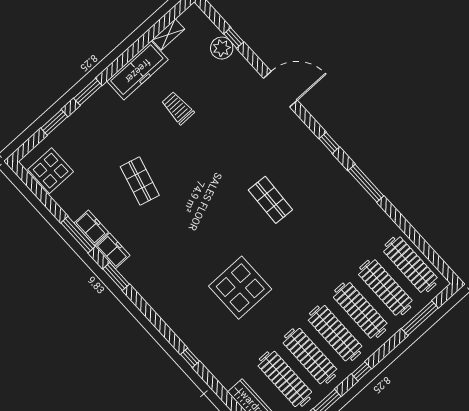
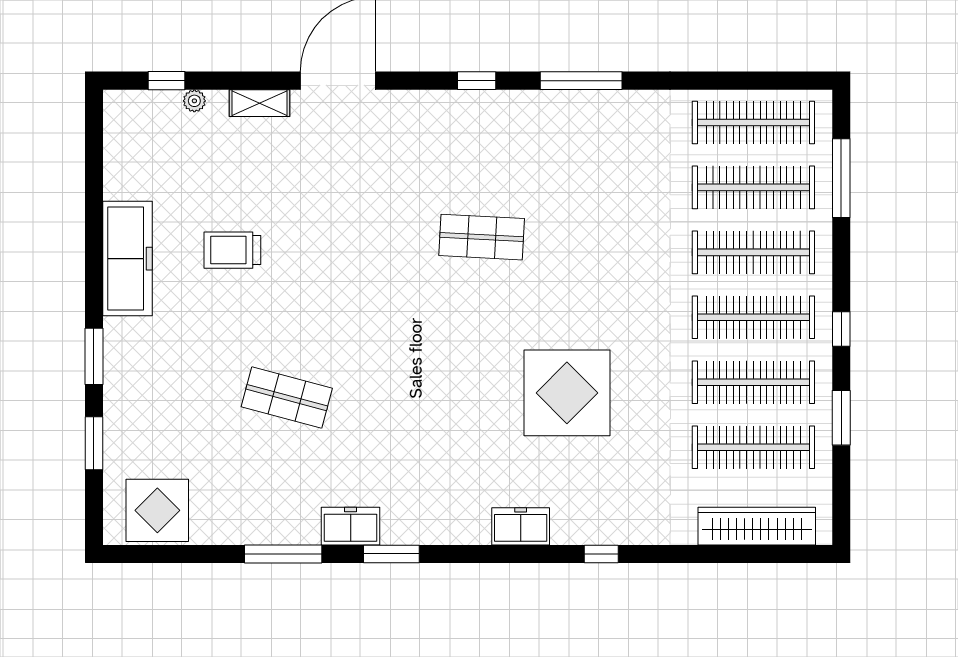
shelving: (168, 34) -> (259, 103), moved, turned 90
window: (234, 38) -> (167, 81), moved
plant: (222, 48) -> (194, 101), width x0.53, depth x0.53
freezer: (91, 228) -> (521, 526), moved

